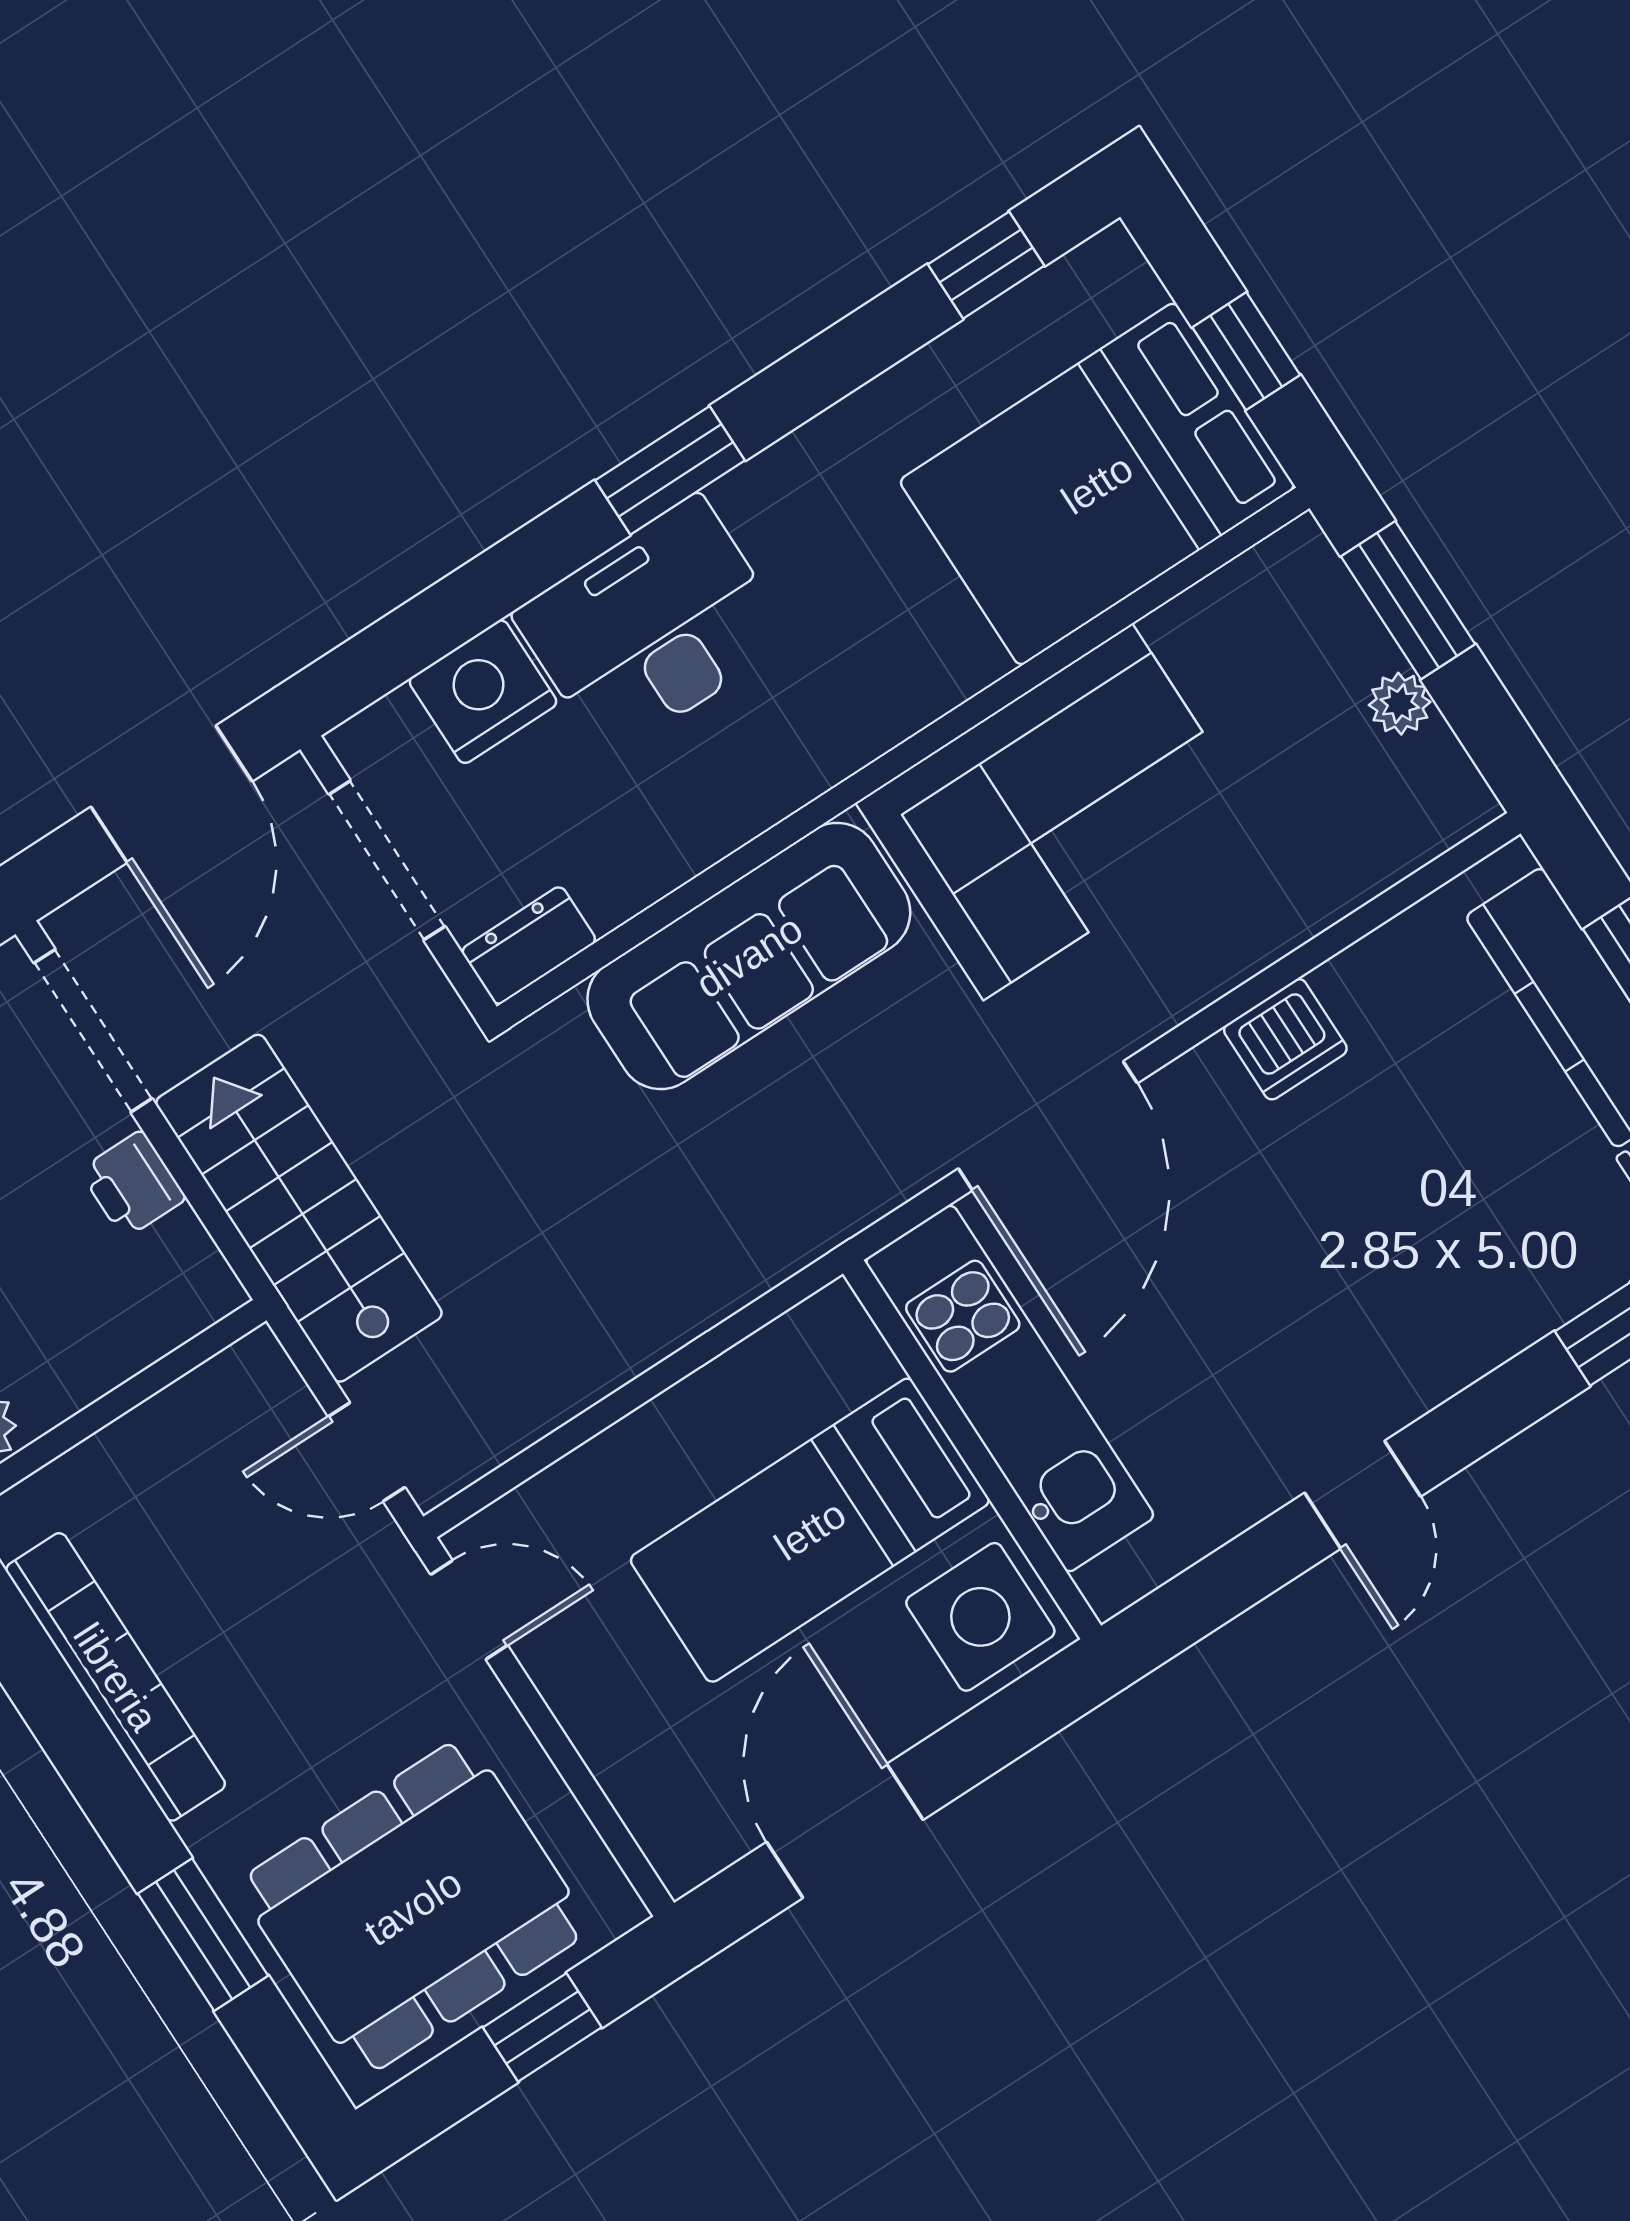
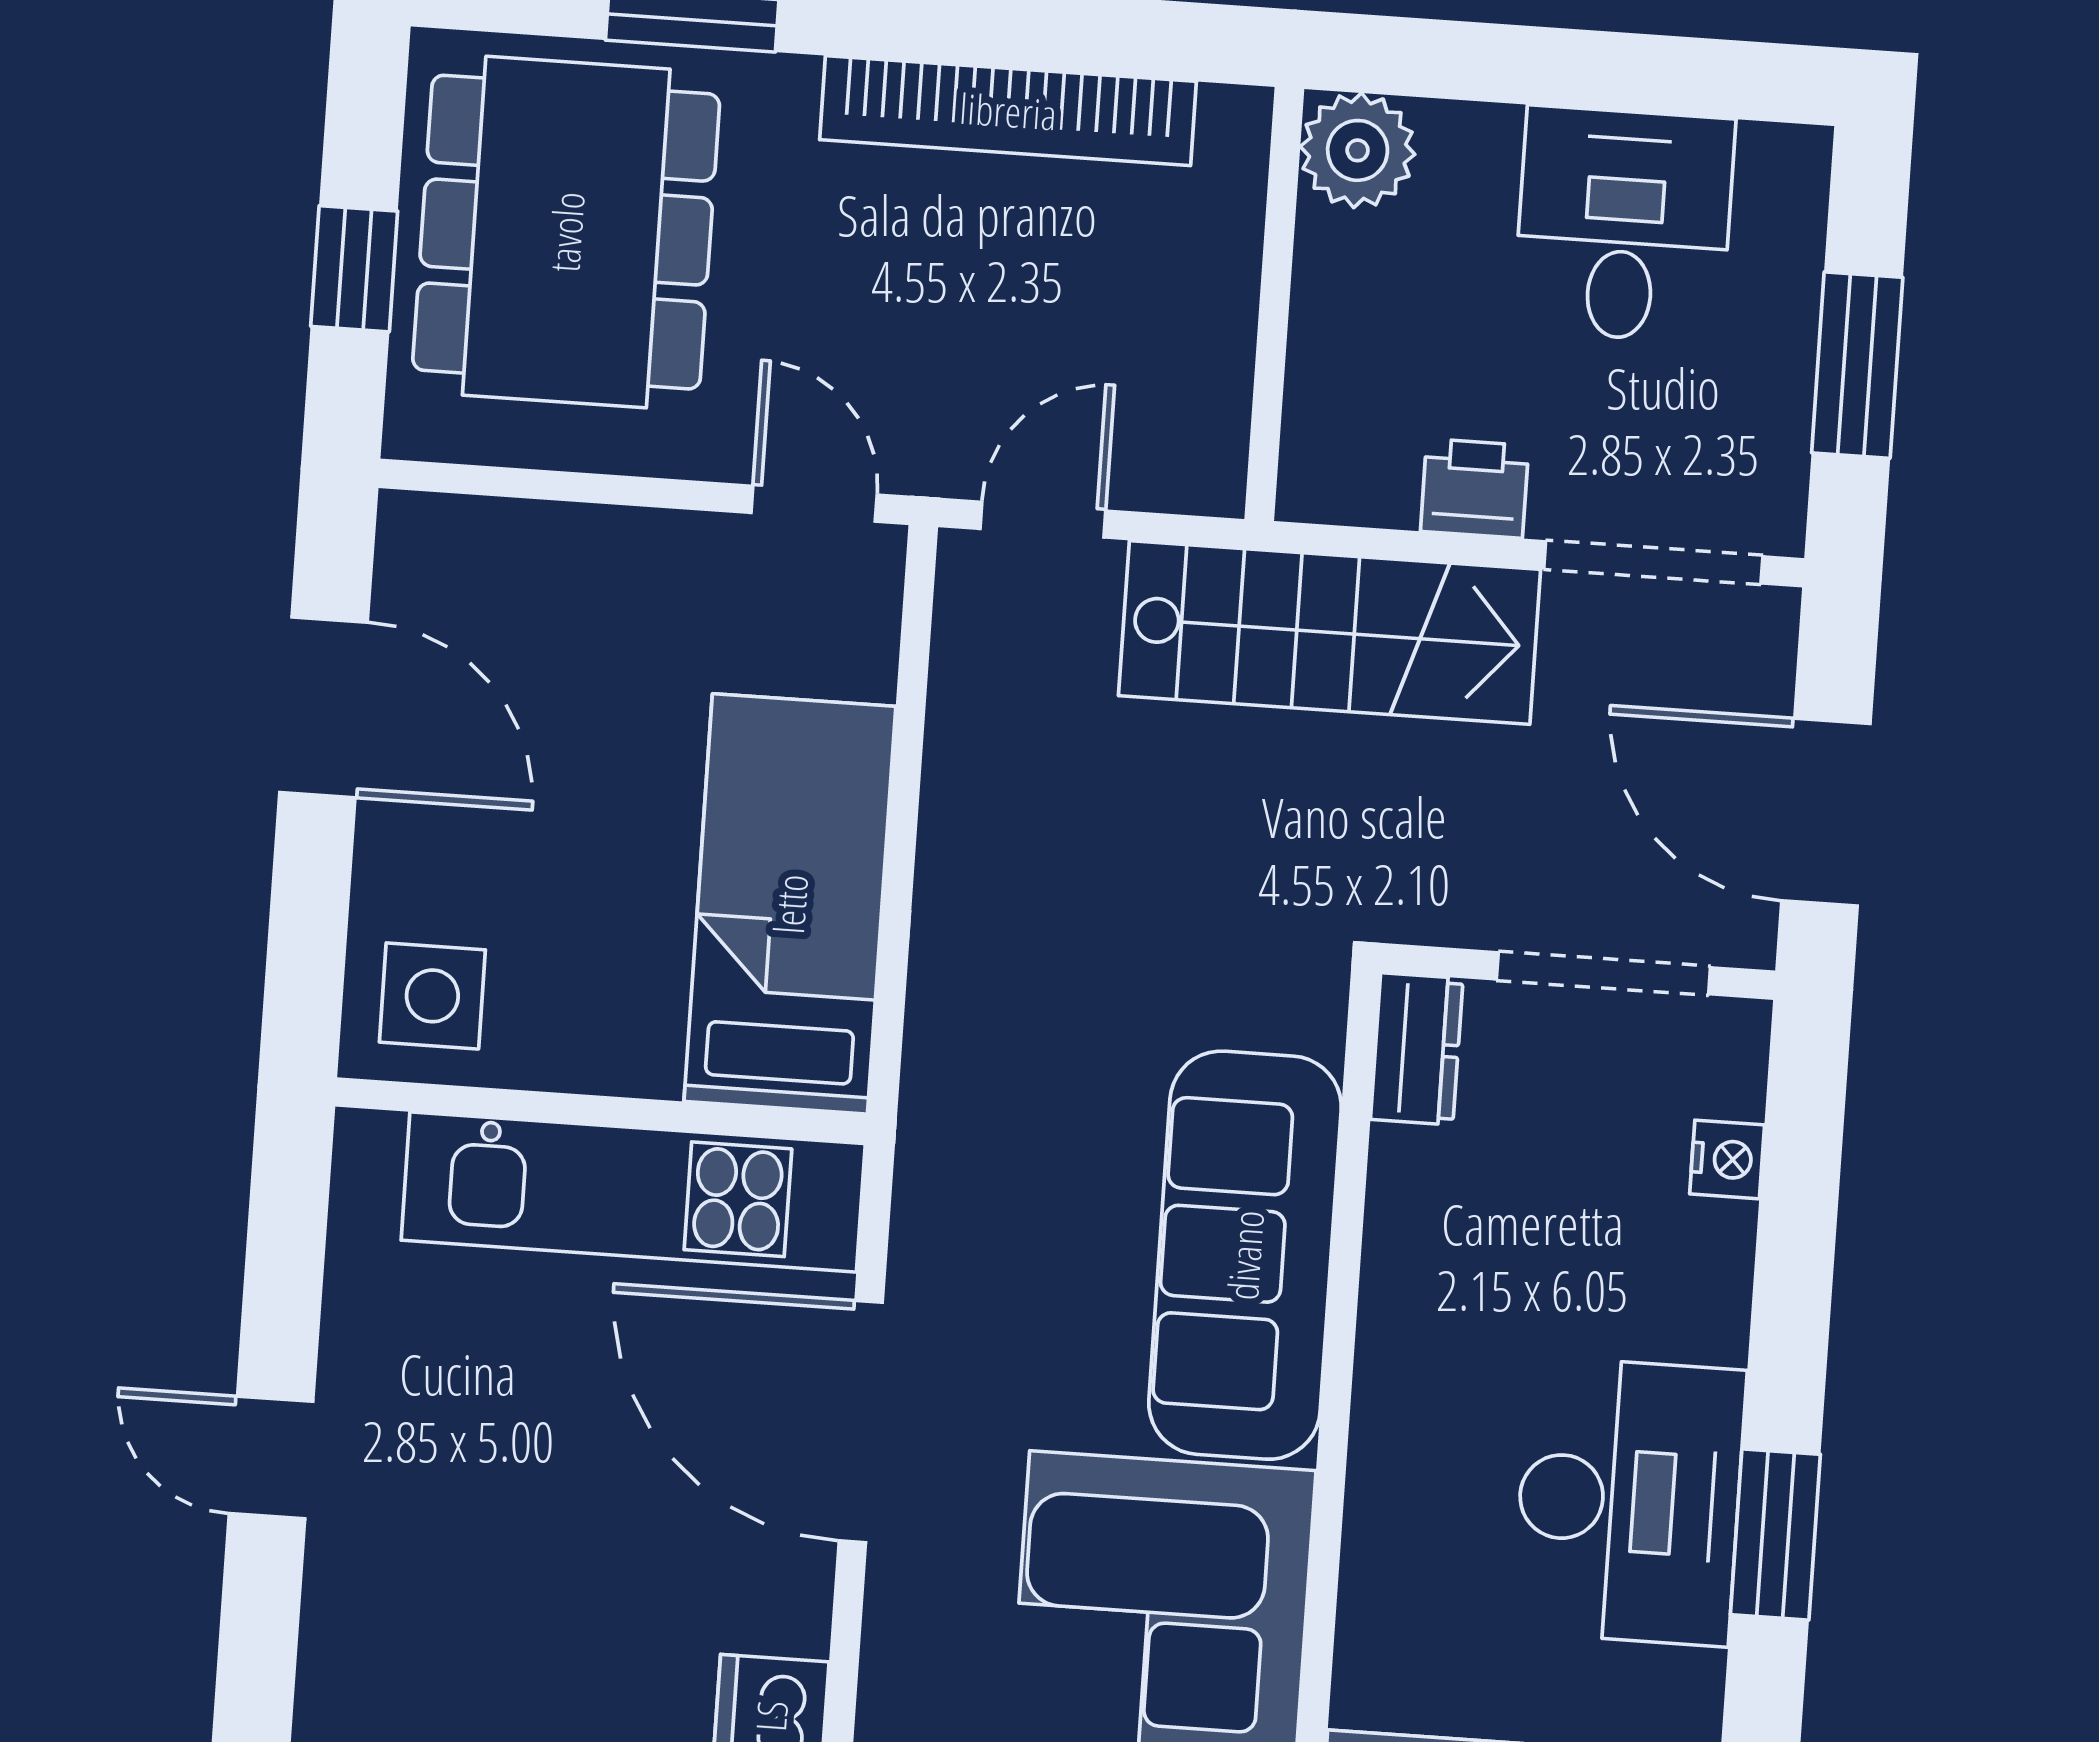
desk: (653, 627) -> (1629, 1501), moved
nightstand: (483, 692) -> (1727, 1159), width x0.53, depth x0.56
bed: (810, 1530) -> (790, 904), moved
door: (469, 1610) -> (814, 504), swing flipped
side table: (980, 1617) -> (432, 996), width x0.73, depth x0.73

